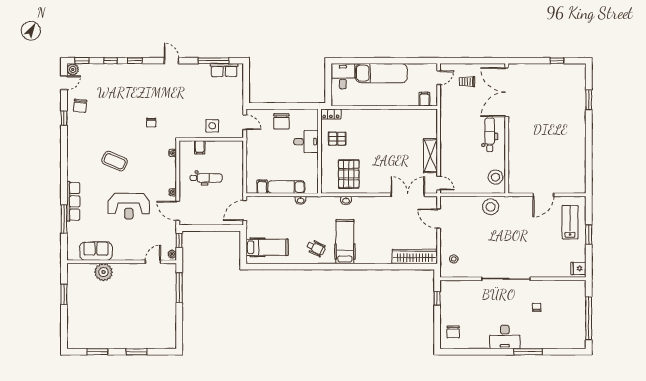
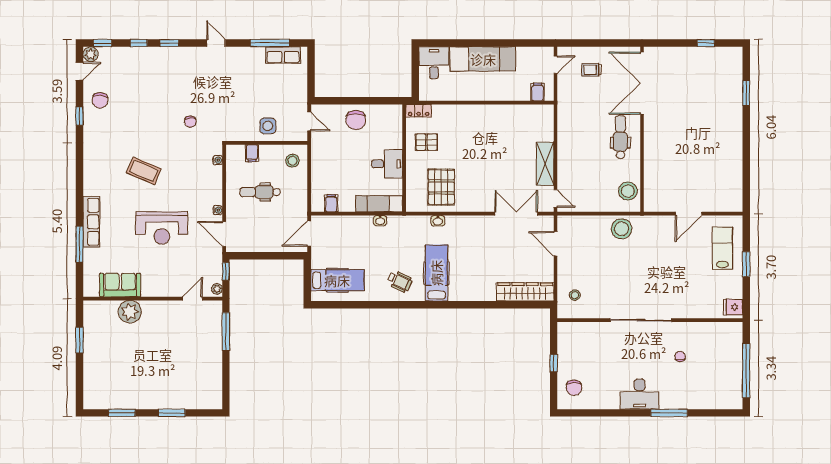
desk: (306, 142) -> (387, 164), moved
stool: (232, 153) -> (292, 161), added
dental chair: (206, 178) -> (260, 192), turned 180
exam couch: (286, 187) -> (379, 204), moved
window: (437, 298) -> (554, 363), moved

